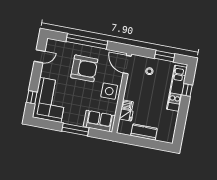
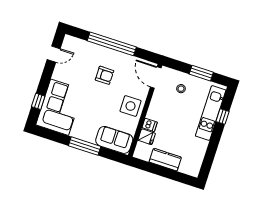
armchair: (84, 68) -> (104, 75), width x0.53, depth x0.53

